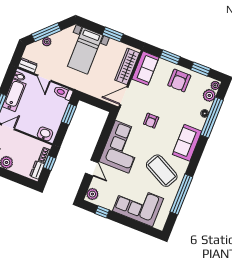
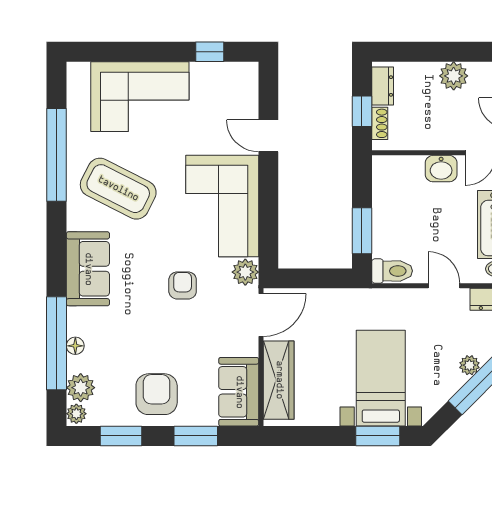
window: (113, 34) -> (378, 436), moved
washbasin: (45, 134) -> (441, 169), moved
plant: (92, 194) -> (245, 272), moved

